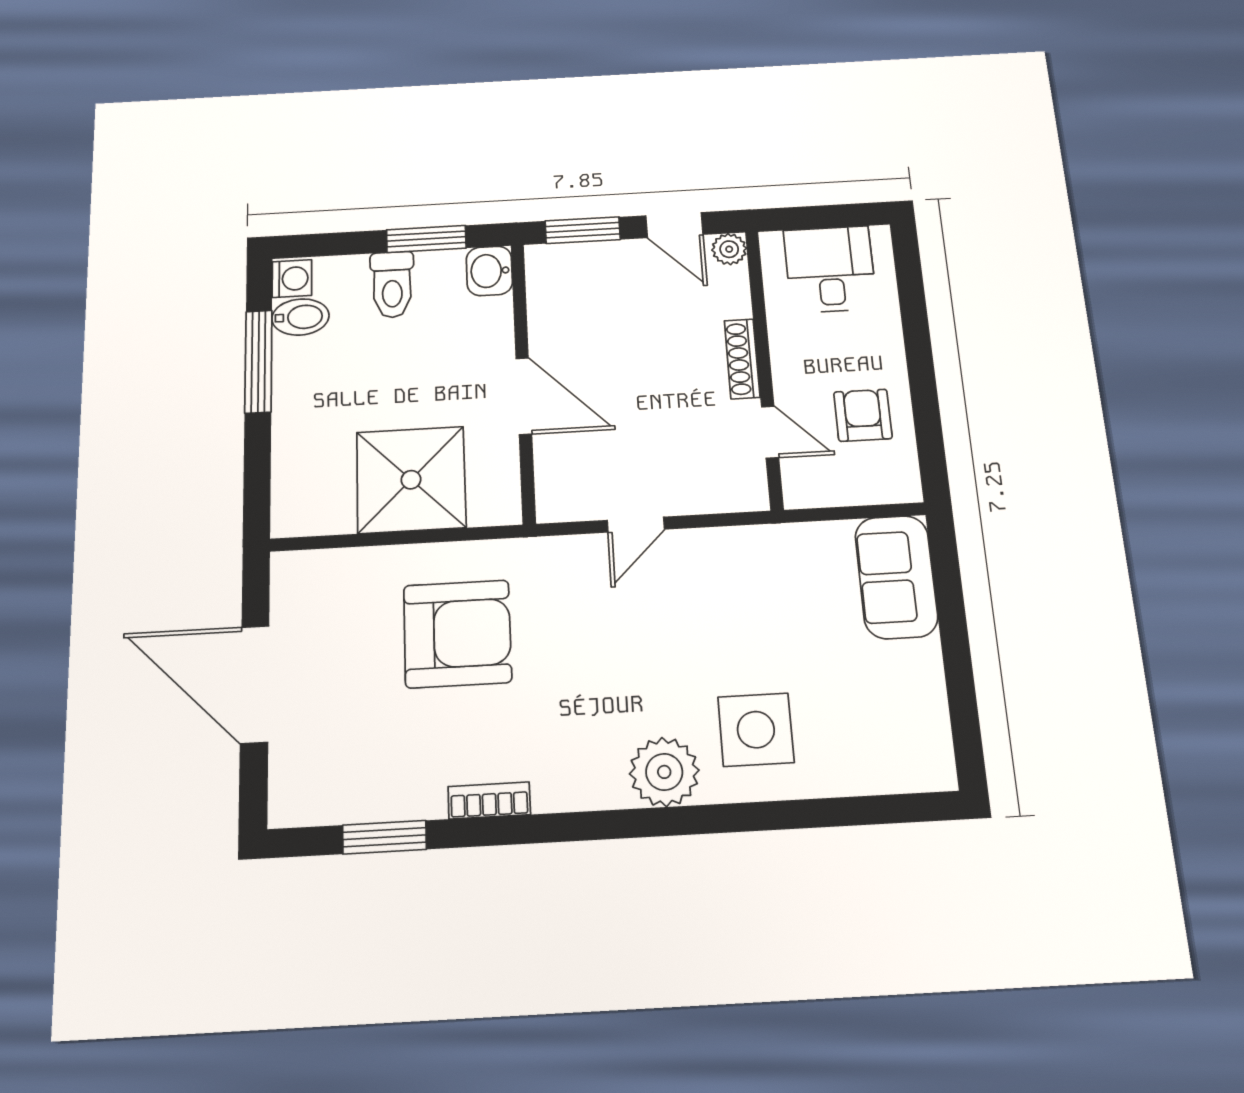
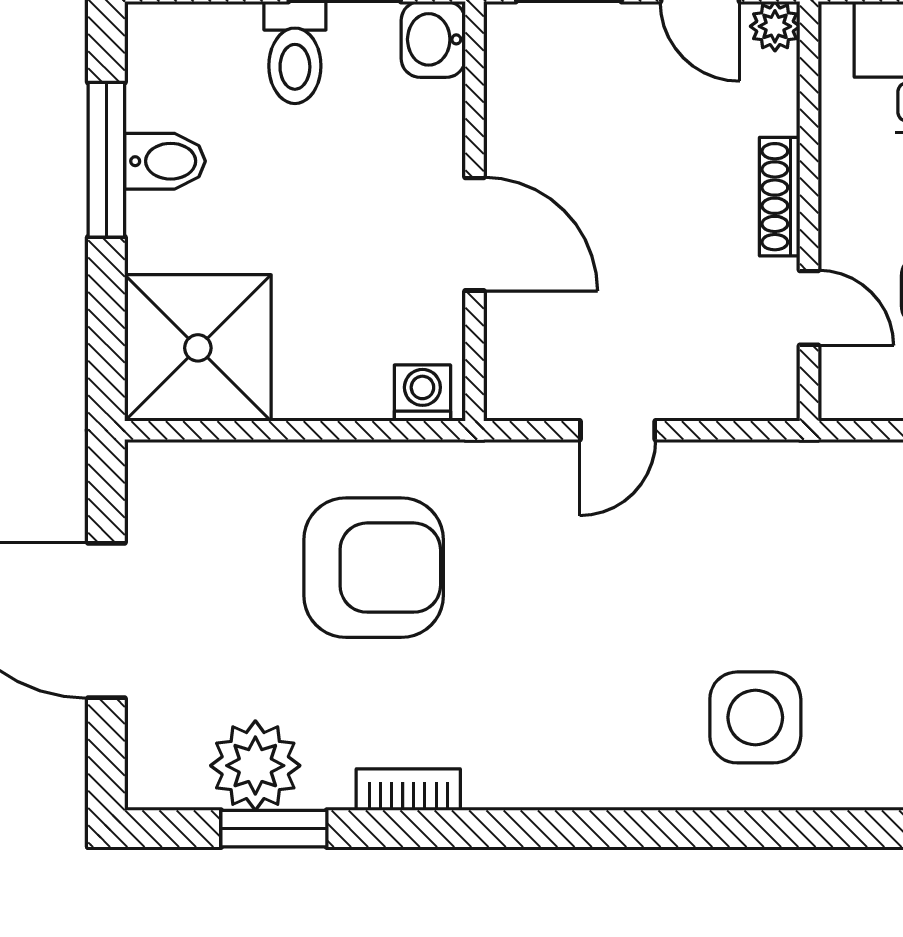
washing machine: (292, 279) -> (422, 393), moved, turned -90
bidet: (300, 317) -> (165, 161), moved
shower: (411, 480) -> (198, 348), moved
plant: (664, 772) -> (255, 766), moved

